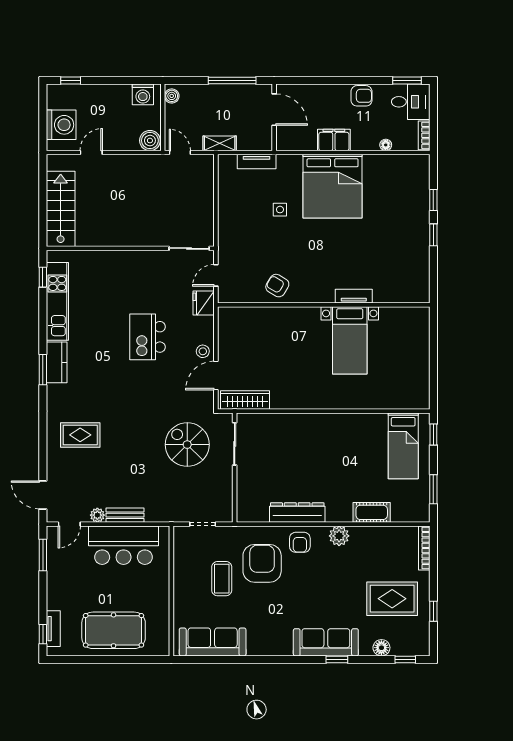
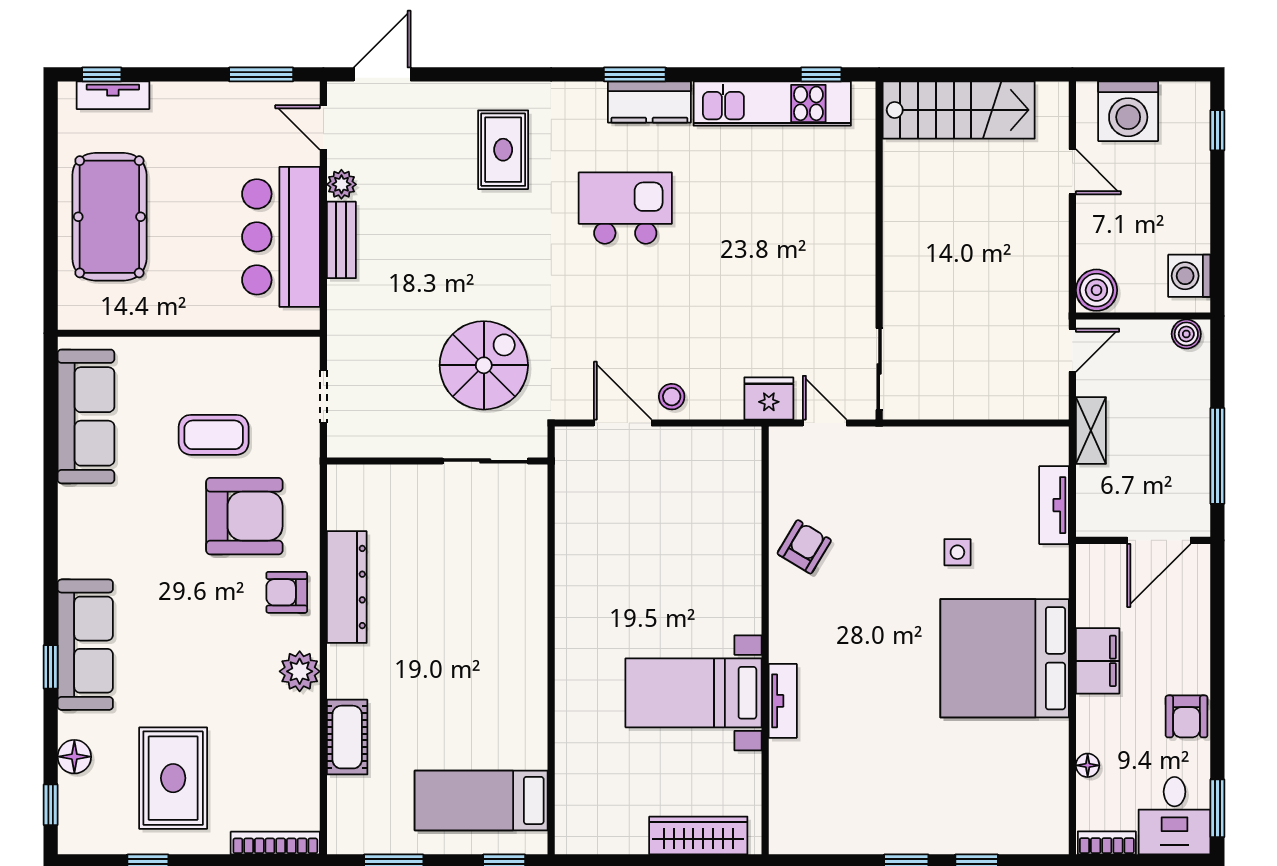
kitchen island: (147, 337) -> (625, 208), moved
wardrobe: (245, 400) -> (698, 835), moved, turned -90

